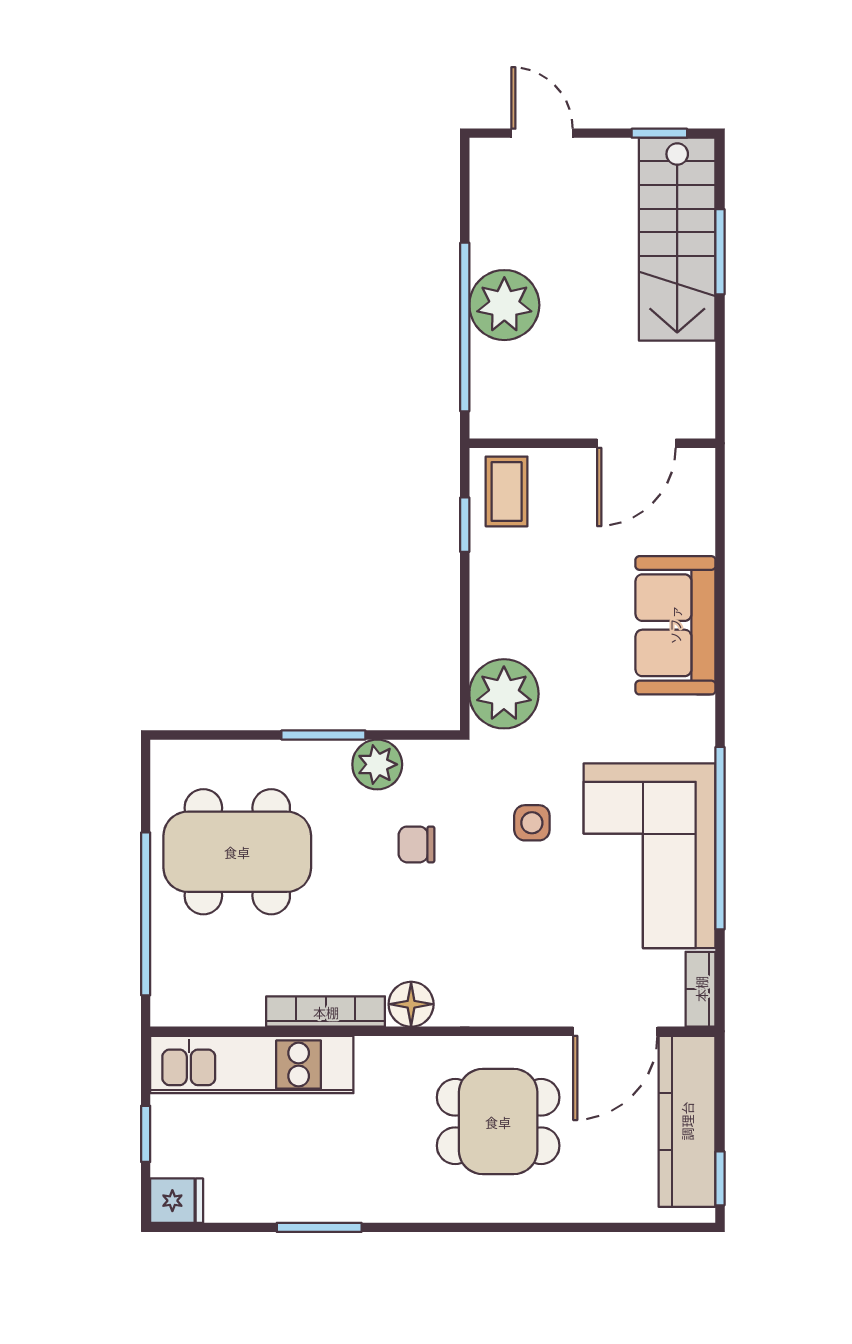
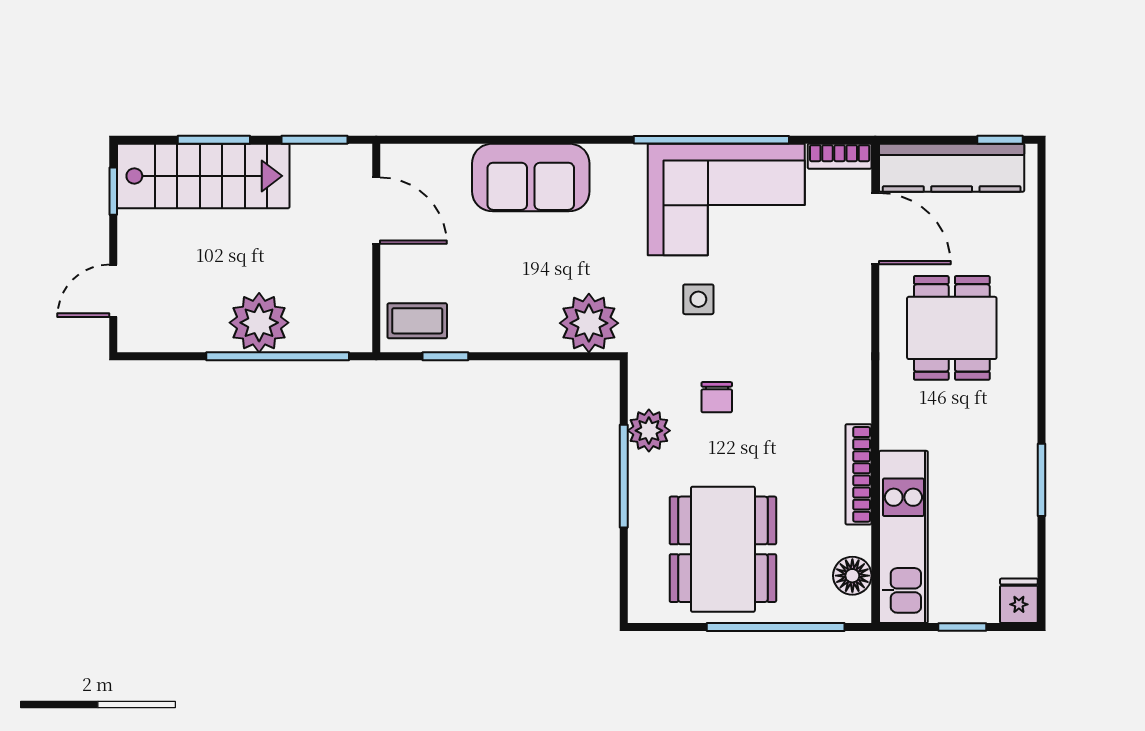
window: (720, 370) -> (315, 140), added
window: (323, 735) -> (624, 476), width x1.44
floor lamp: (411, 1004) -> (852, 576), moved

